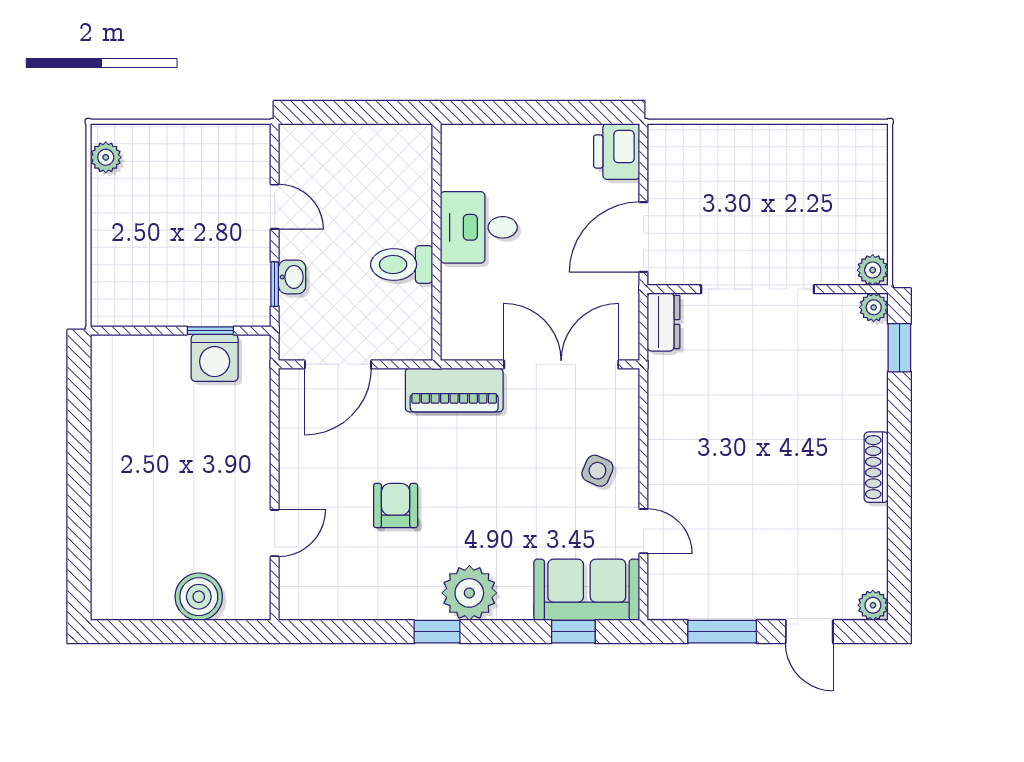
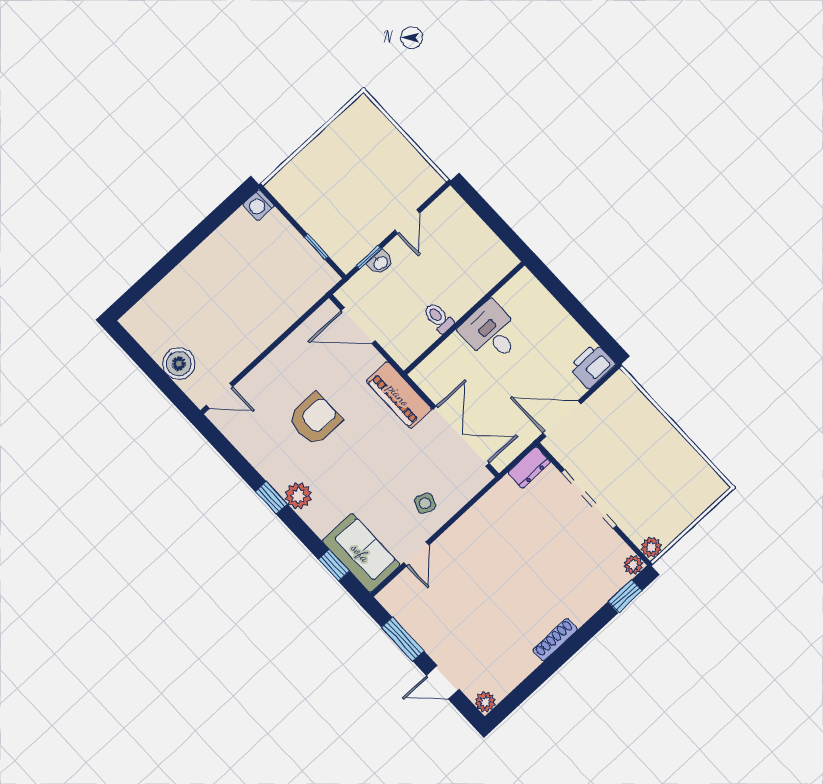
plant: (106, 157) -> (354, 115), removed
toilet: (402, 264) -> (439, 318), width x0.73, depth x0.72
washing machine: (215, 358) -> (258, 205), moved, width x0.73, depth x0.73
armchair: (396, 505) -> (315, 419), width x1.38, depth x1.38
door: (275, 533) -> (220, 396), moved
plant: (469, 593) -> (298, 496), width x0.73, depth x0.73
door: (809, 632) -> (443, 682), hinge flipped

